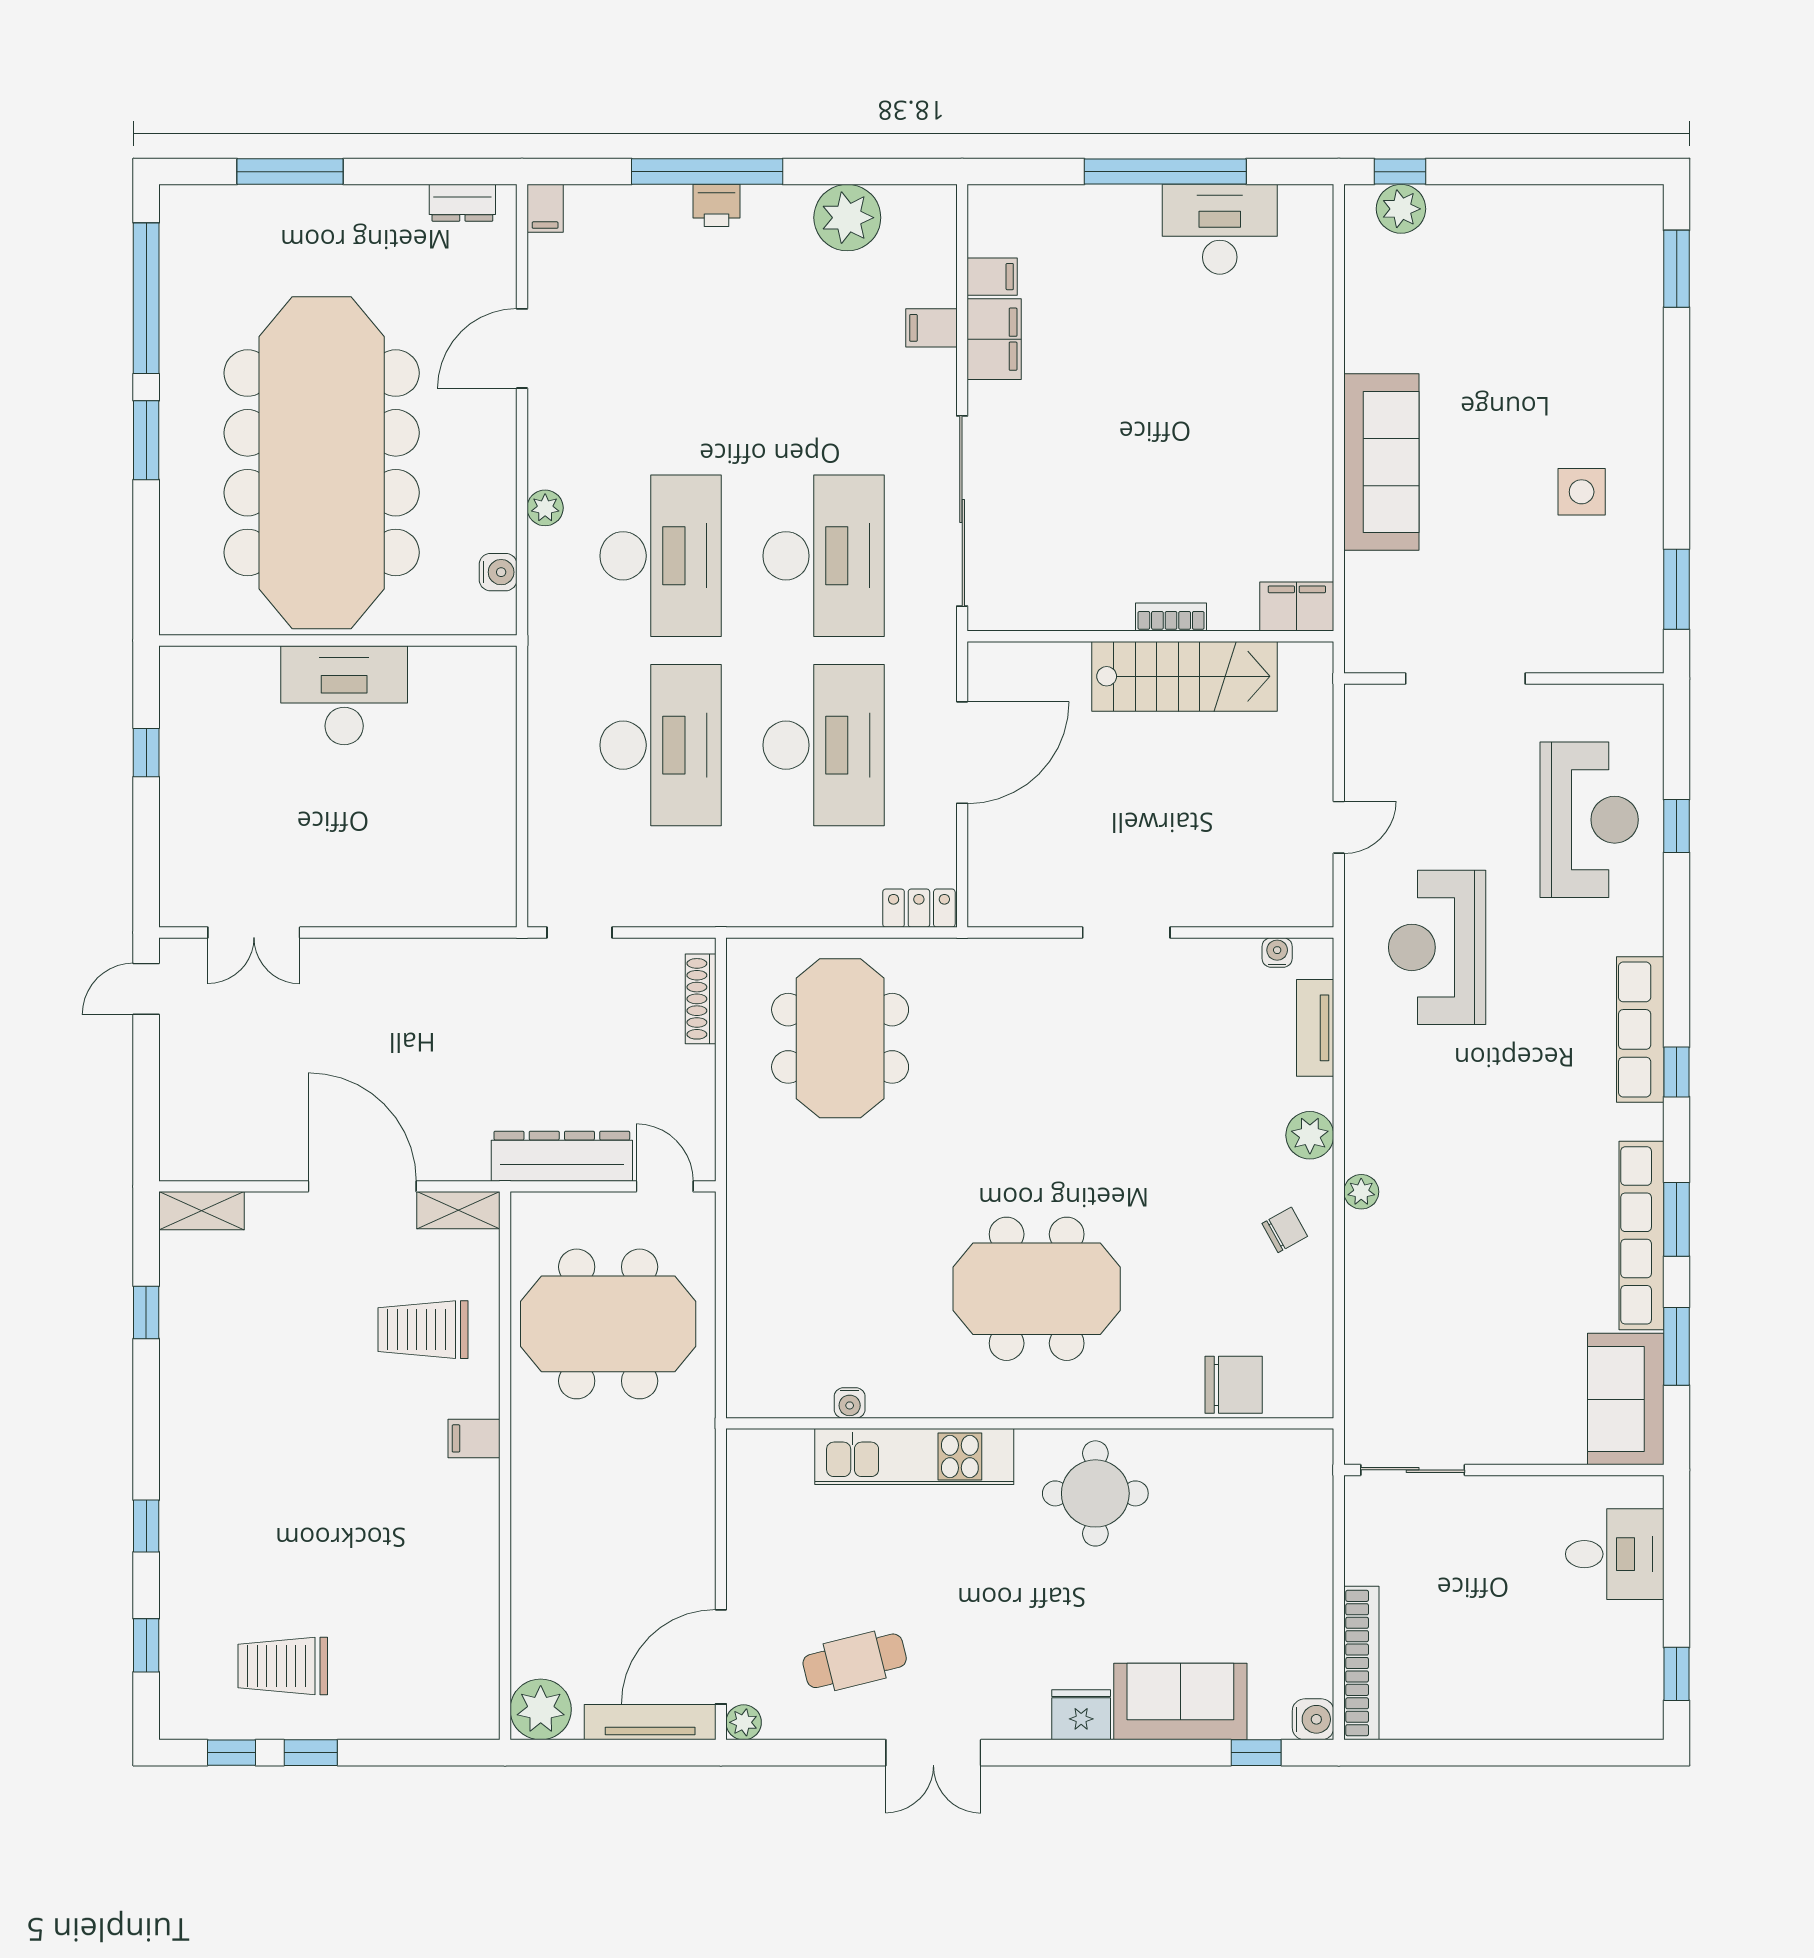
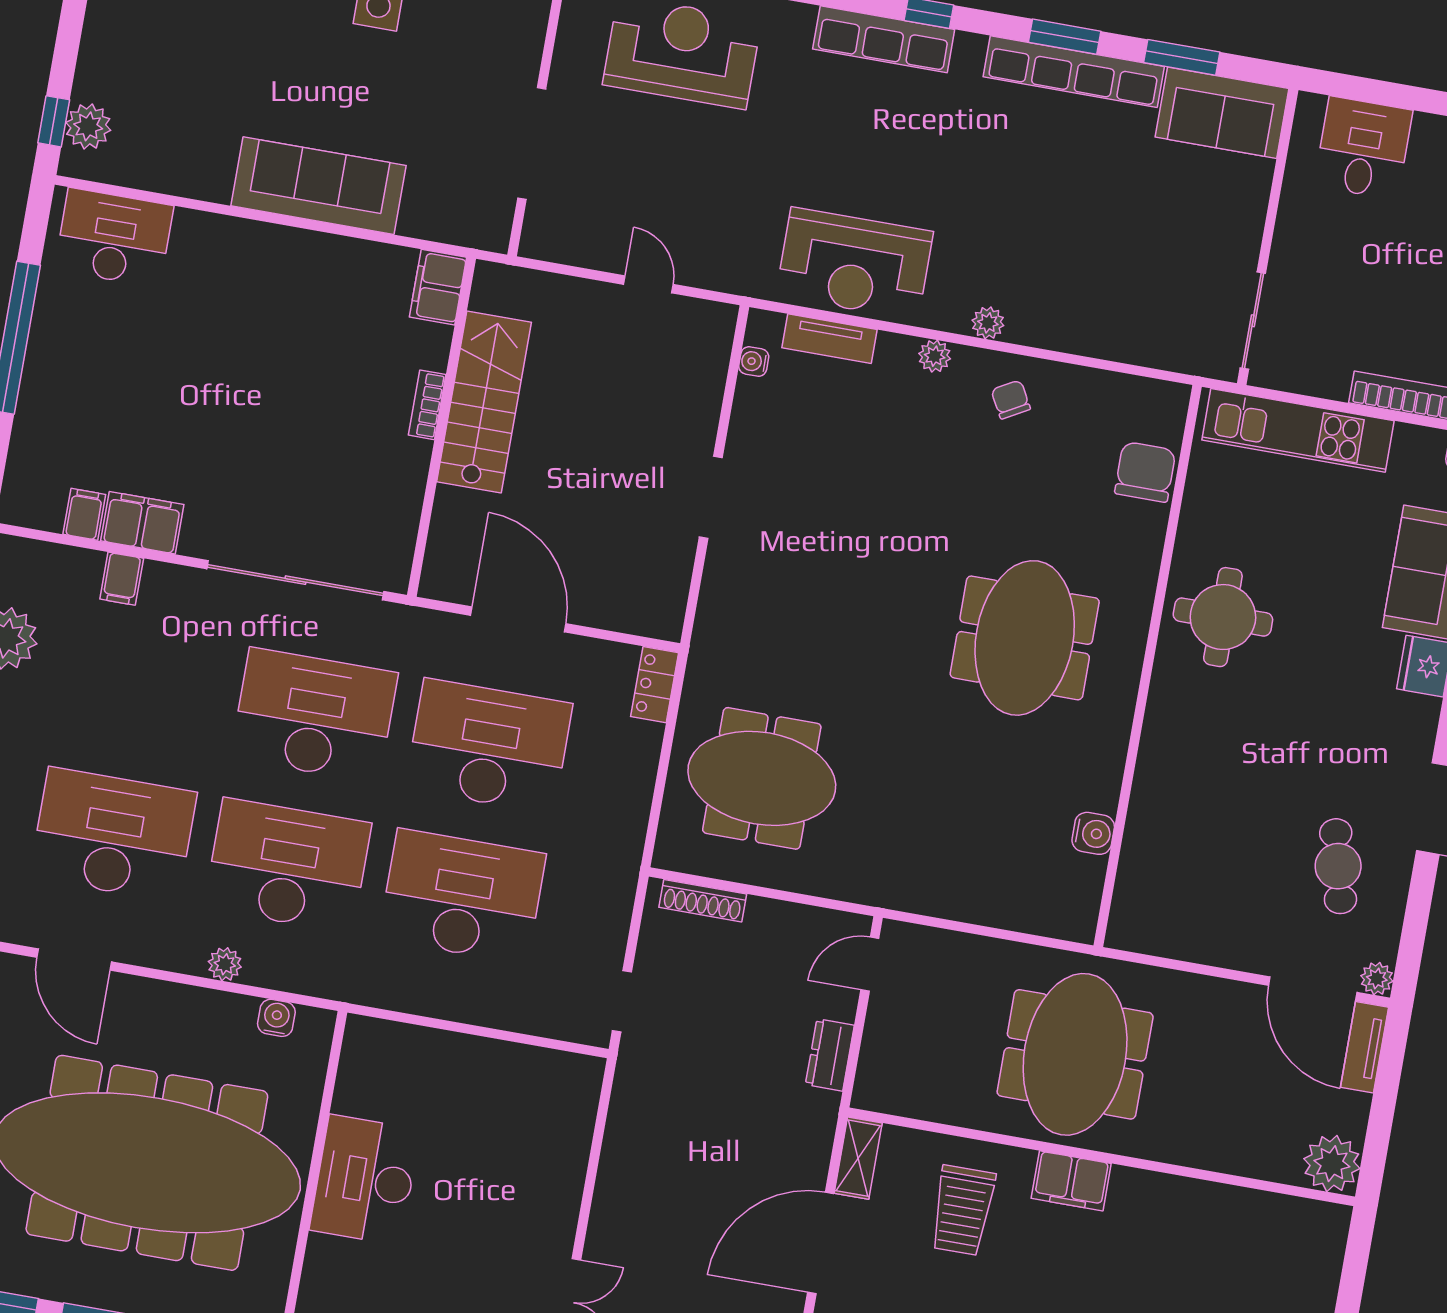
desk: (1220, 229) -> (114, 238), moved, turned 90
desk: (661, 366) -> (113, 835), added
reception desk: (1437, 947) -> (855, 264), moved
plant: (1310, 1135) -> (935, 356), width x0.73, depth x0.73
dresser: (562, 1156) -> (830, 1055), width x0.51, depth x0.80
meeting table: (608, 1324) -> (1075, 1054), moved
water cooler: (850, 1403) -> (1093, 833), width x1.38, depth x1.38
filing cabinet: (474, 1438) -> (1071, 1181), width x2.00
kitchen unit: (914, 1457) -> (1298, 430), moved, turned 90
tv unit: (650, 1722) -> (1364, 1047), width x0.71

